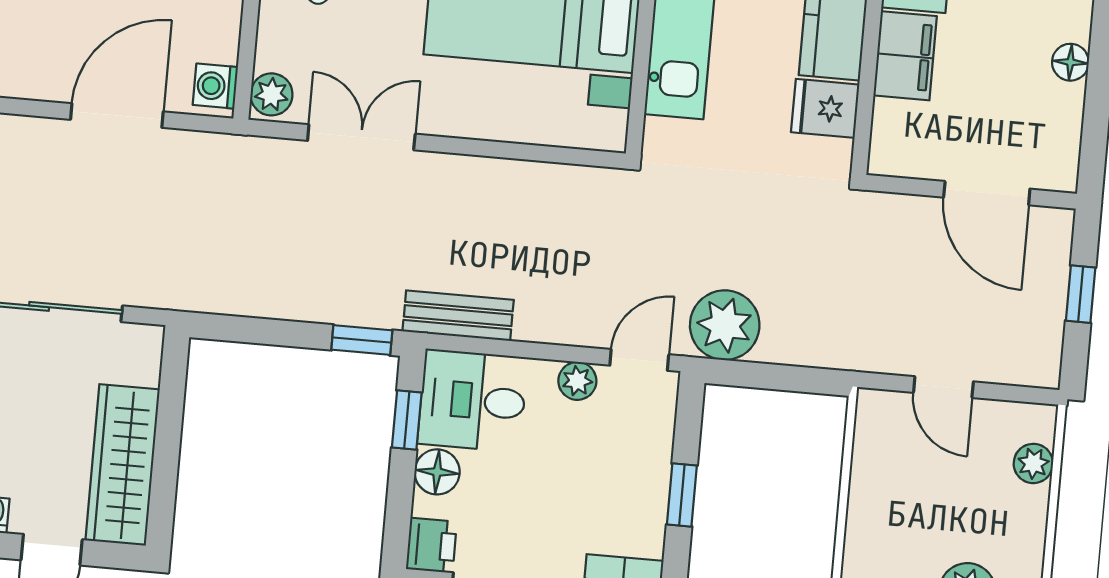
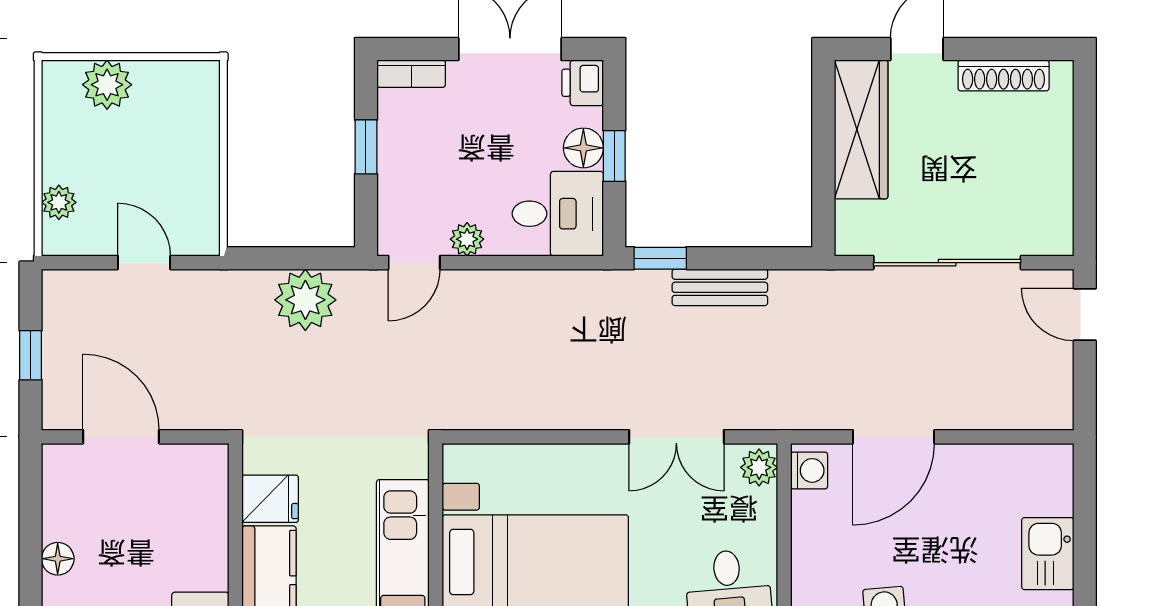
filing cabinet: (905, 56) -> (204, 551), removed
bench: (458, 316) -> (720, 287), moved
plant: (725, 325) -> (305, 300), moved
window: (407, 420) -> (614, 156), moved

